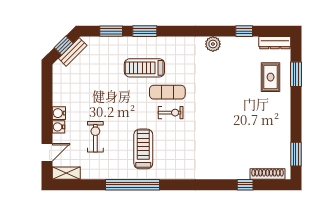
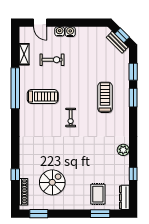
rug: (271, 77) -> (98, 194), turned 90
exercise mat: (167, 92) -> (86, 115), removed
spiral stairs: (255, 137) -> (52, 182), added
shelving: (66, 173) -> (24, 54), moved

